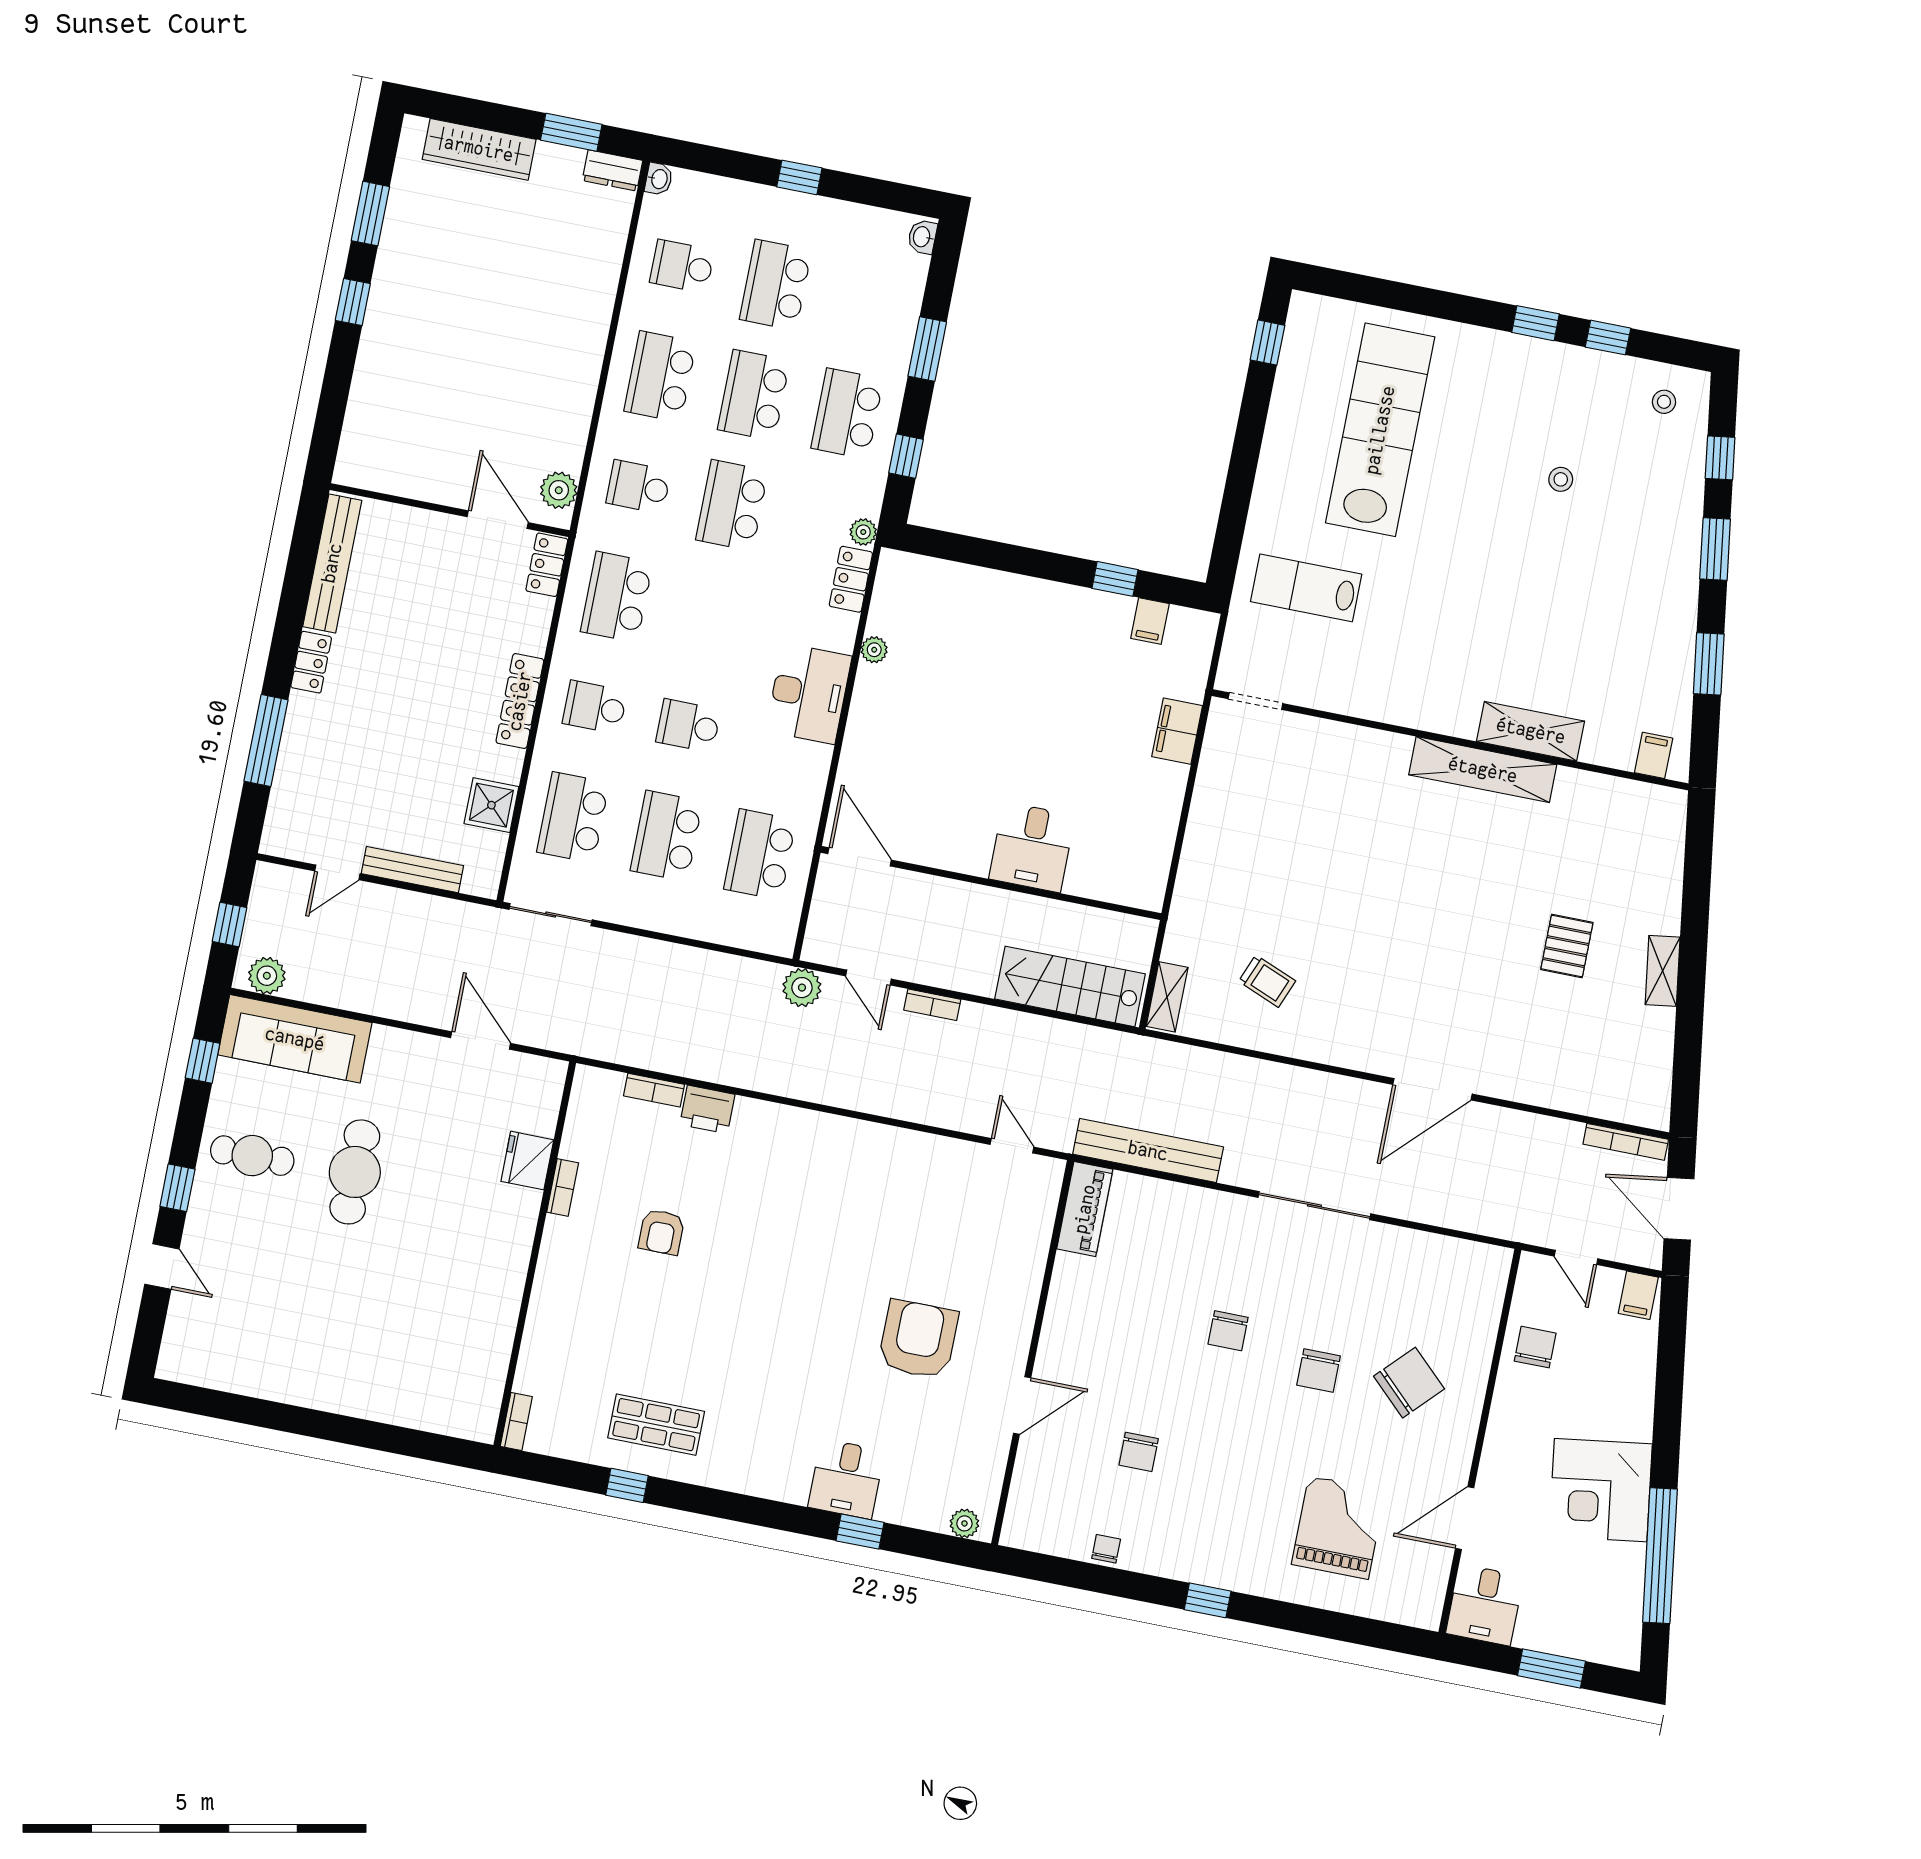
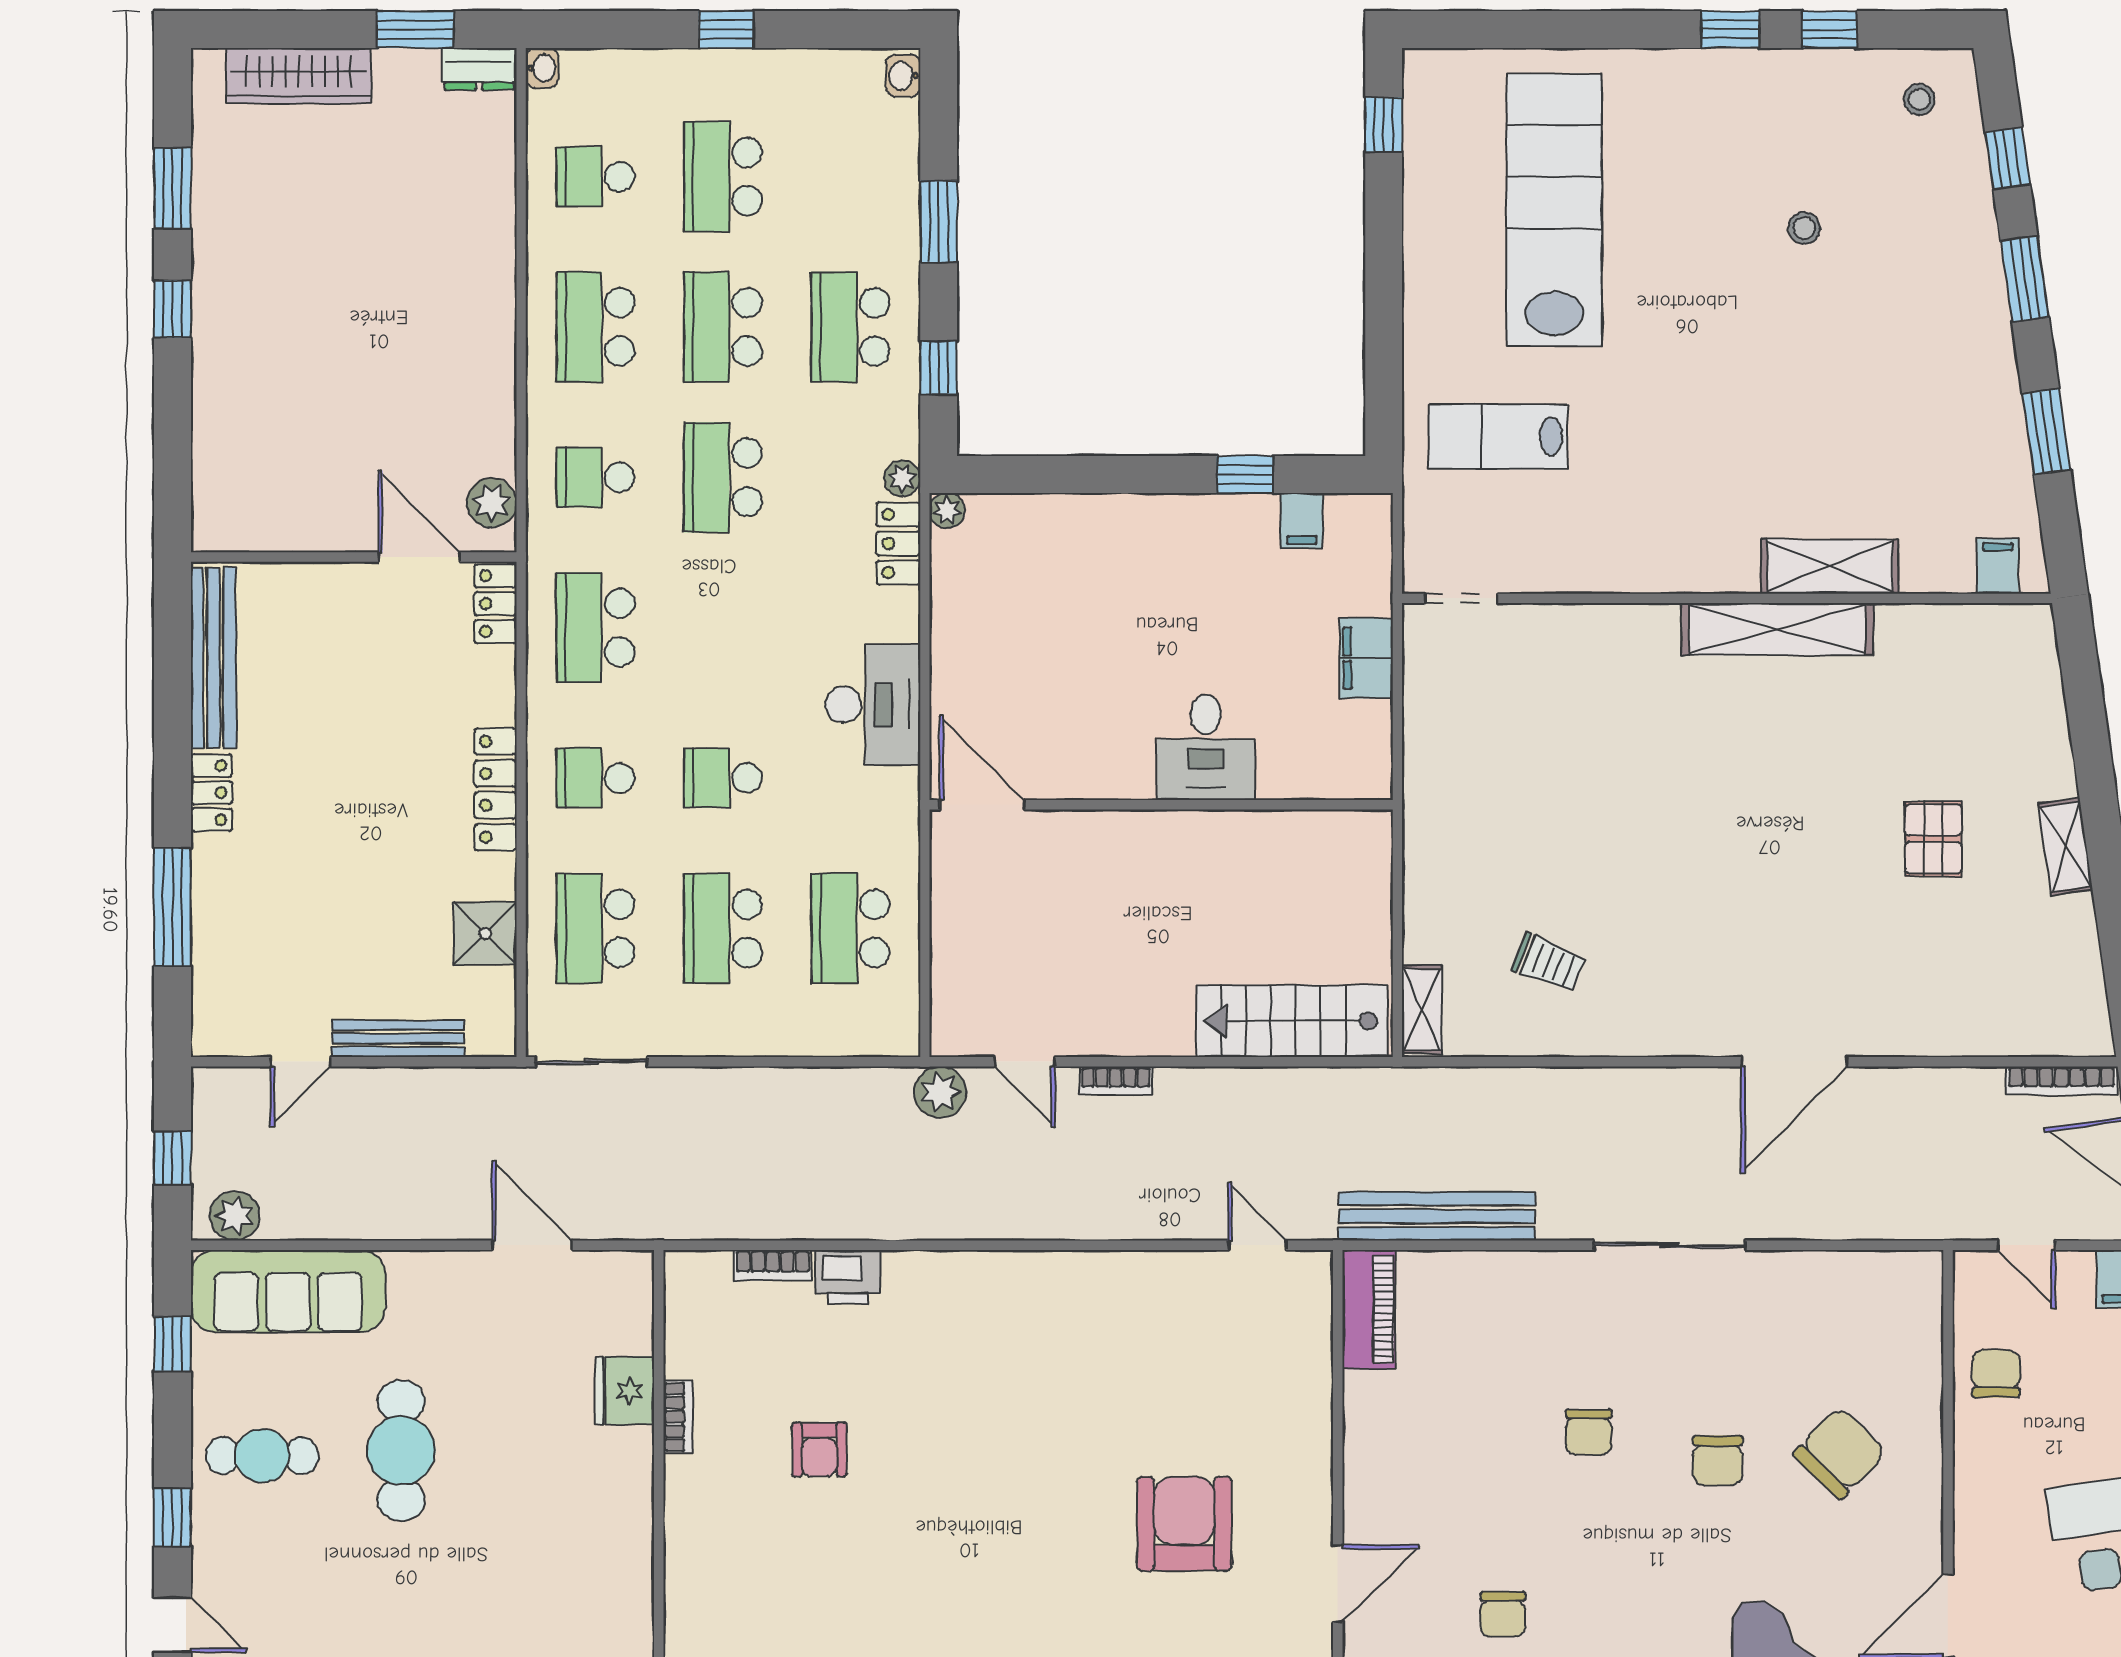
plant: (874, 650) -> (947, 511), moved
desk: (1032, 847) -> (1206, 747), moved
door: (860, 857) -> (982, 805), moved
wall: (991, 883) -> (1161, 805), moved

